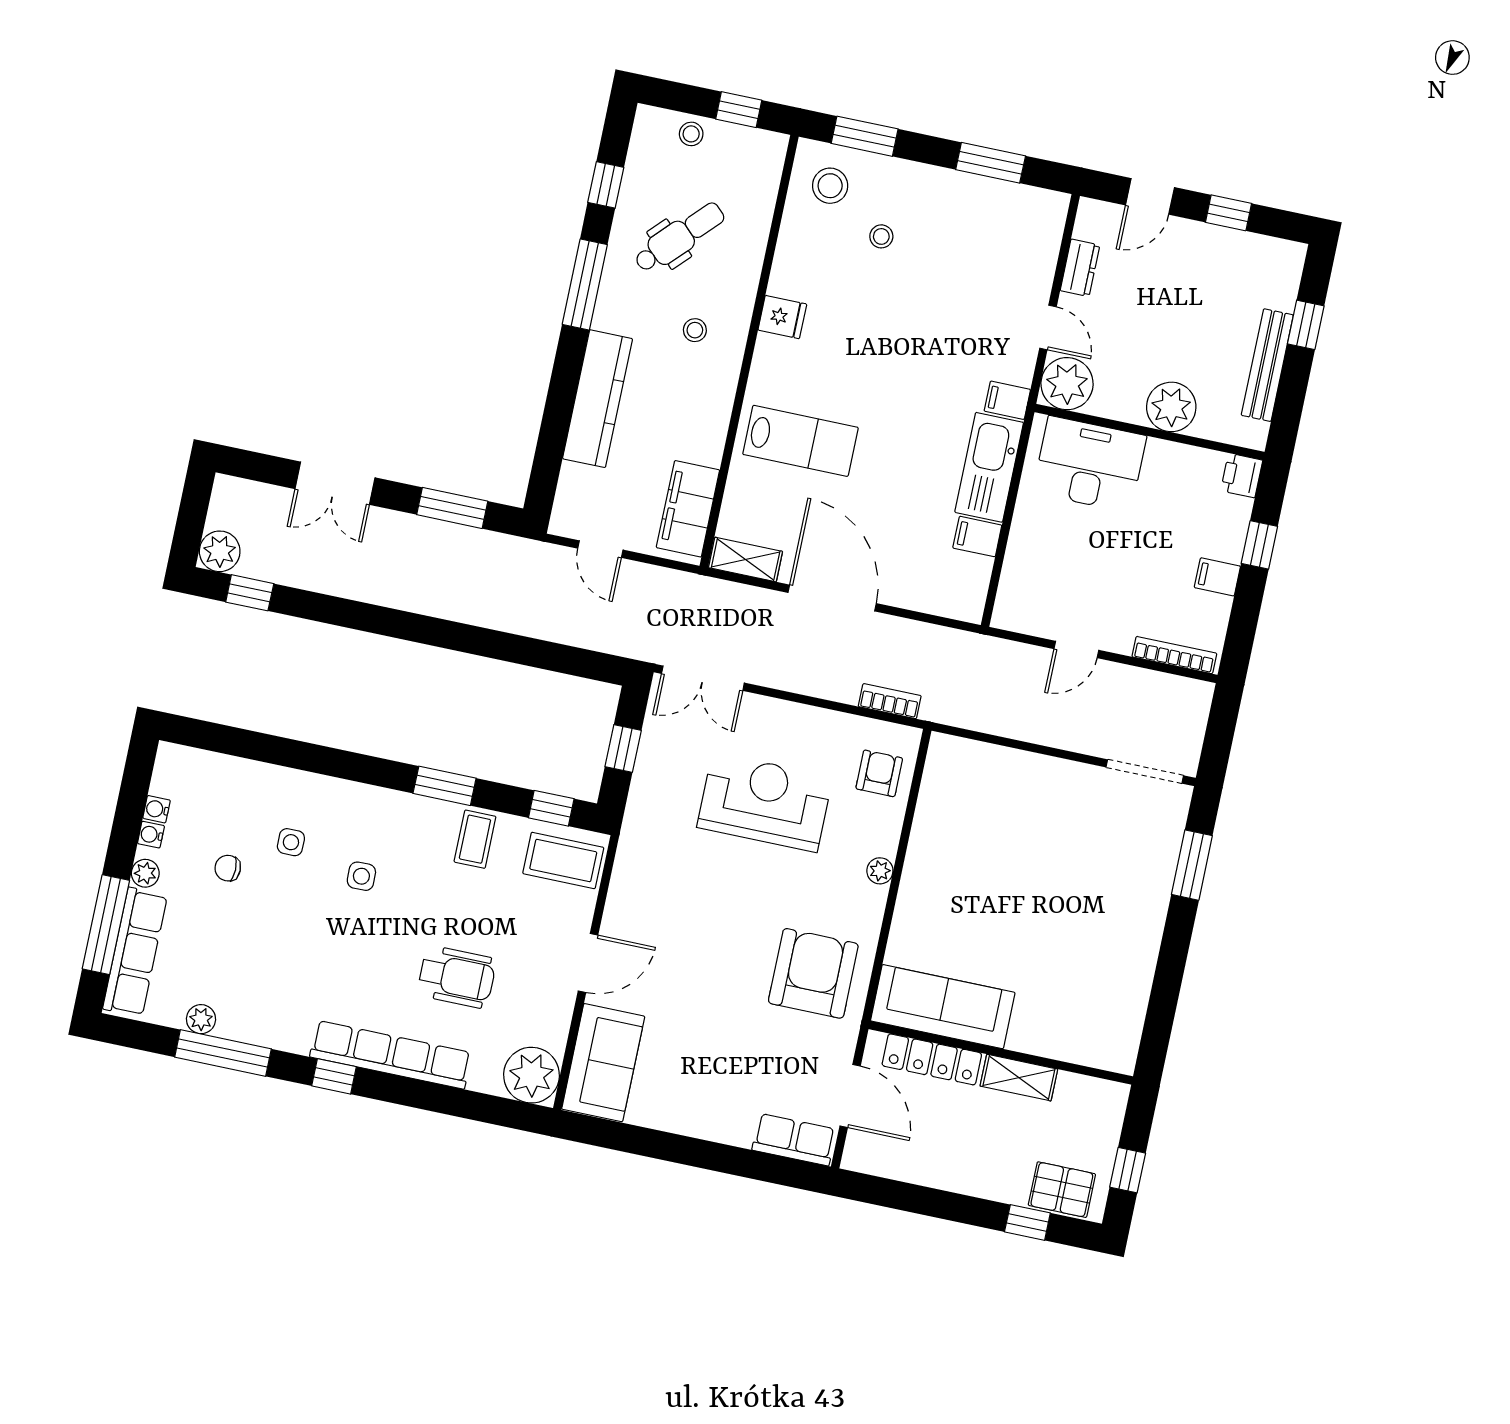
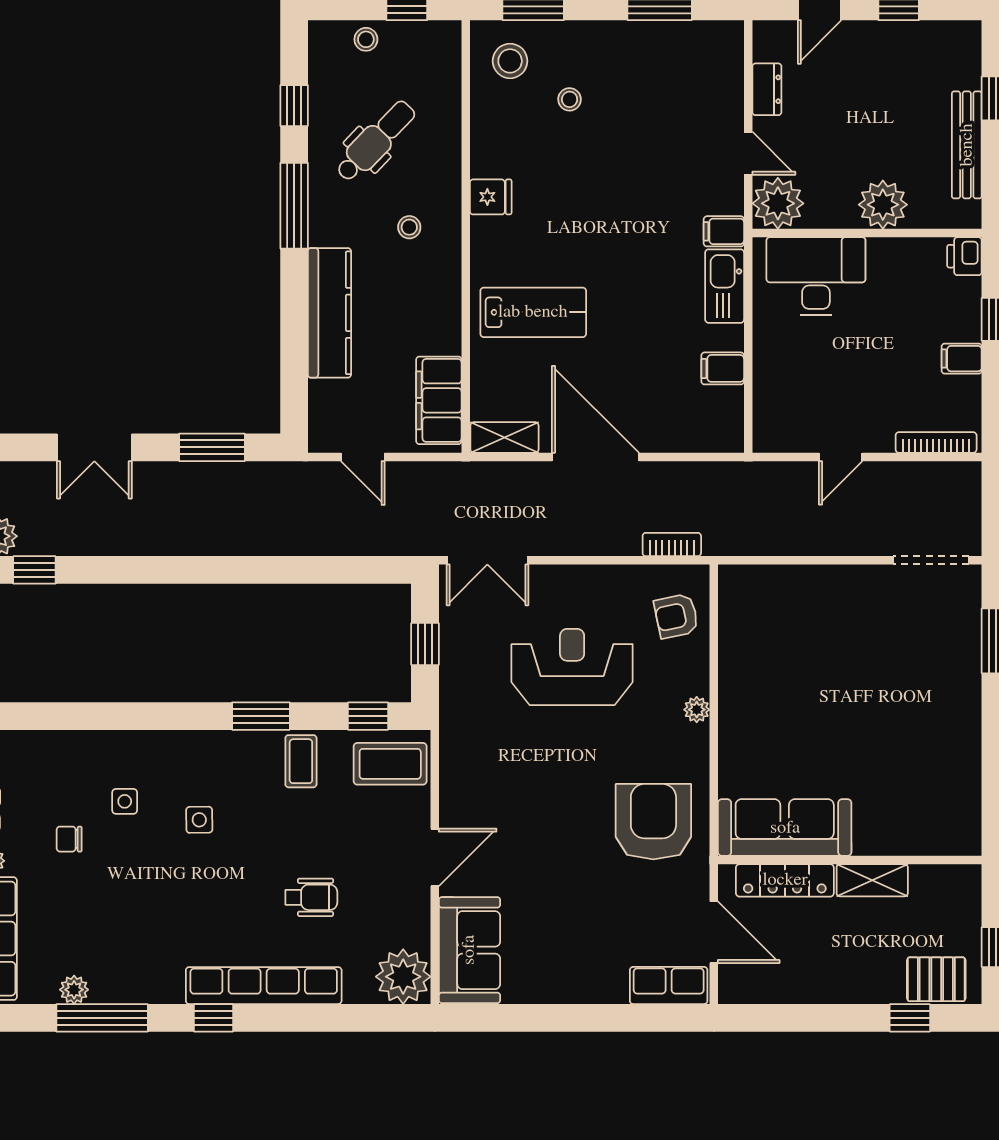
kitchen sink: (989, 467) -> (725, 286), width x0.73, depth x0.81
armchair: (879, 773) -> (676, 616), turned -102
wheelchair: (457, 977) -> (311, 897), width x0.73, depth x0.73

